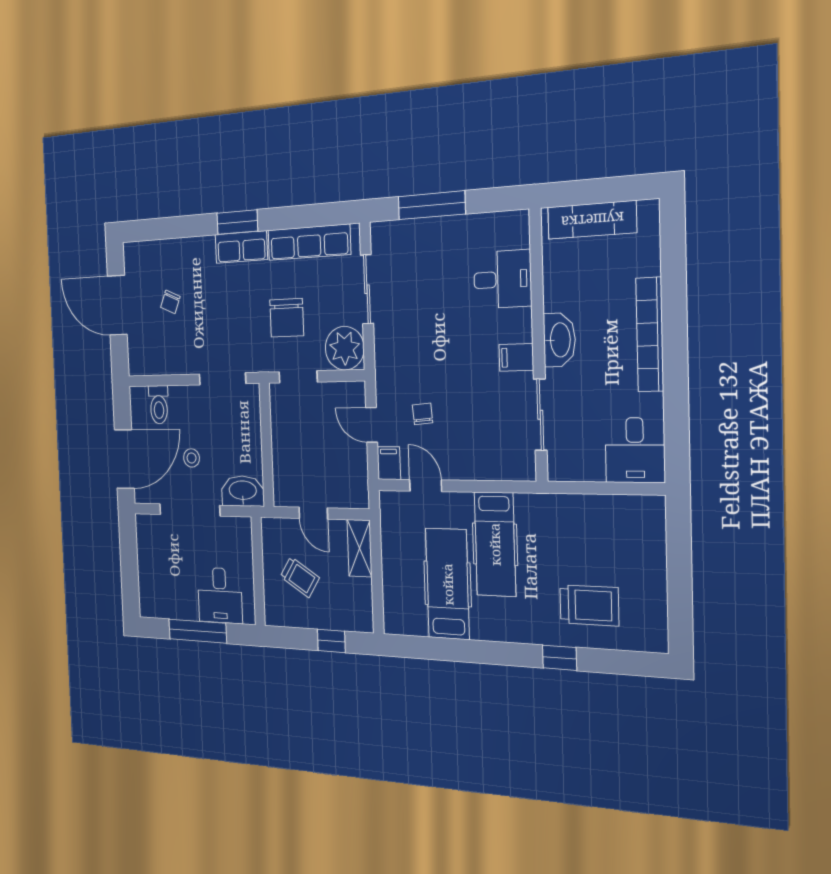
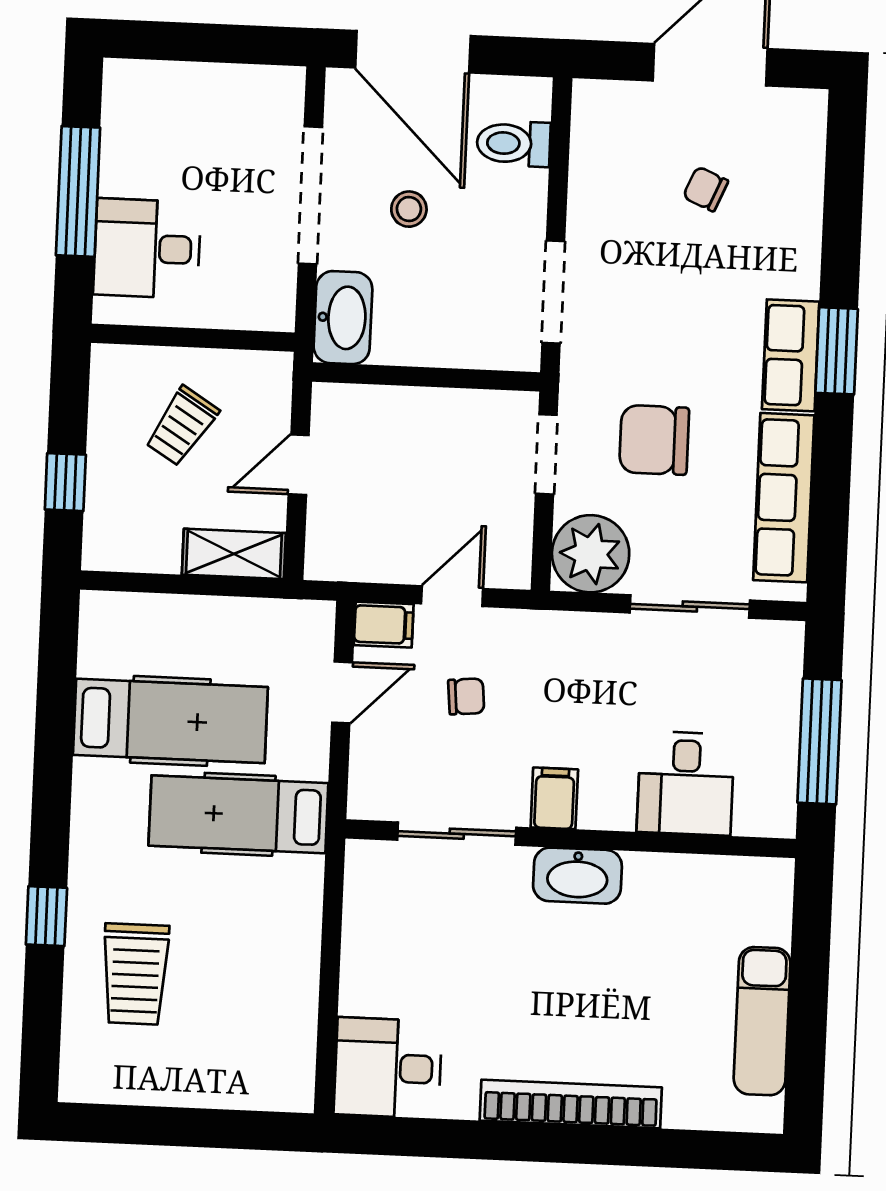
desk: (502, 279) -> (686, 783), moved
washbasin: (559, 340) -> (577, 876), moved
wall: (538, 346) -> (571, 839), moved
filing cabinet: (516, 357) -> (554, 798), moved
sliding door: (540, 415) -> (457, 834), moved

